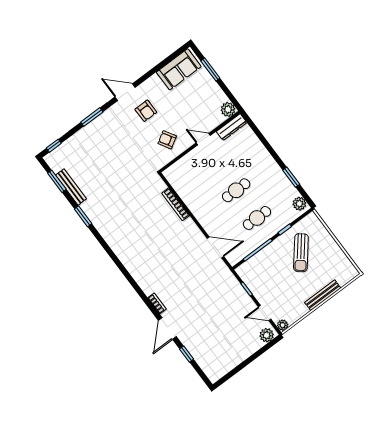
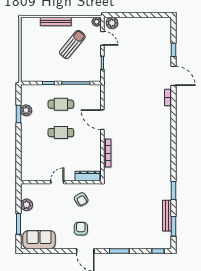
plant: (228, 109) -> (27, 205), moved
dresser: (232, 127) -> (87, 176), moved
door: (203, 139) -> (57, 182), swing flipped
plant: (299, 204) -> (26, 110), moved
door: (215, 247) -> (102, 120), moved
sun lounger: (301, 253) -> (72, 44), moved
door: (167, 328) -> (174, 76), hinge flipped

